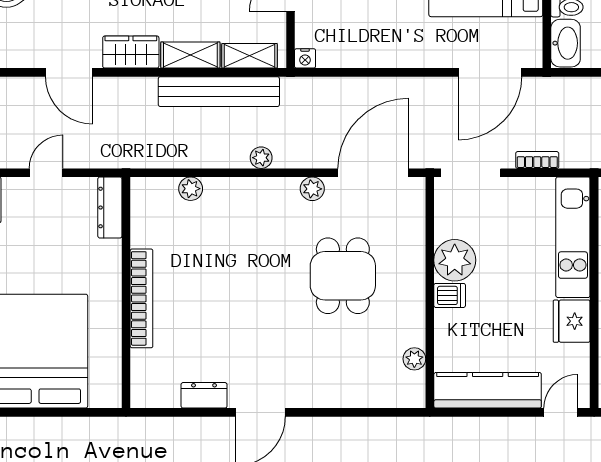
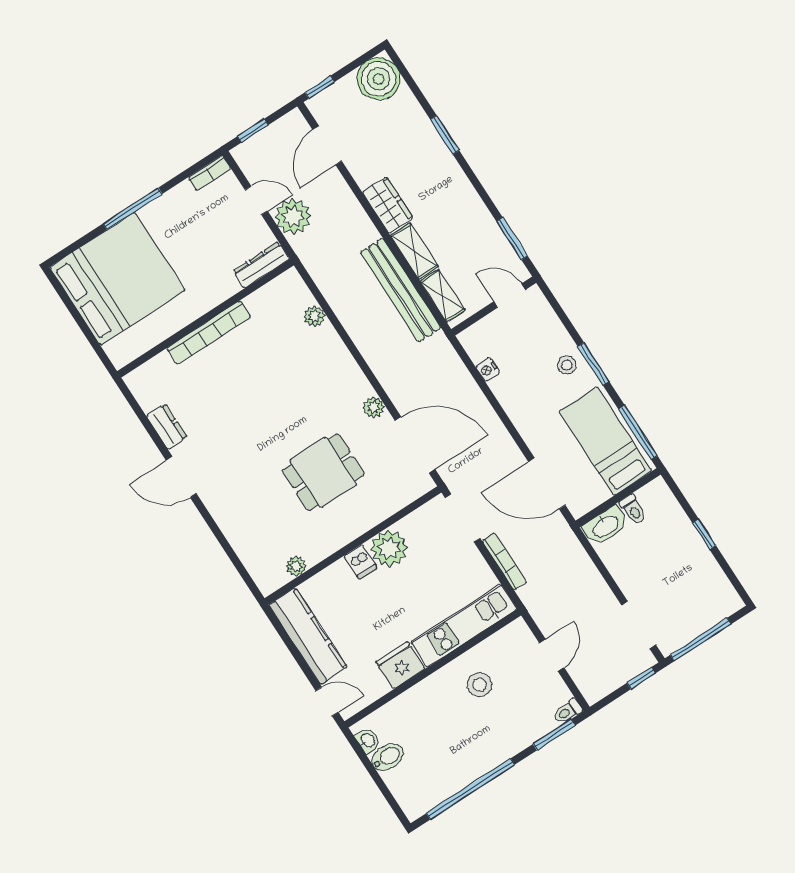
nightstand: (305, 58) -> (488, 370), moved
door: (69, 72) -> (327, 145), moved
plant: (261, 158) -> (293, 217), moved, width x1.87, depth x1.87
bookcase: (537, 160) -> (504, 561), width x1.56

